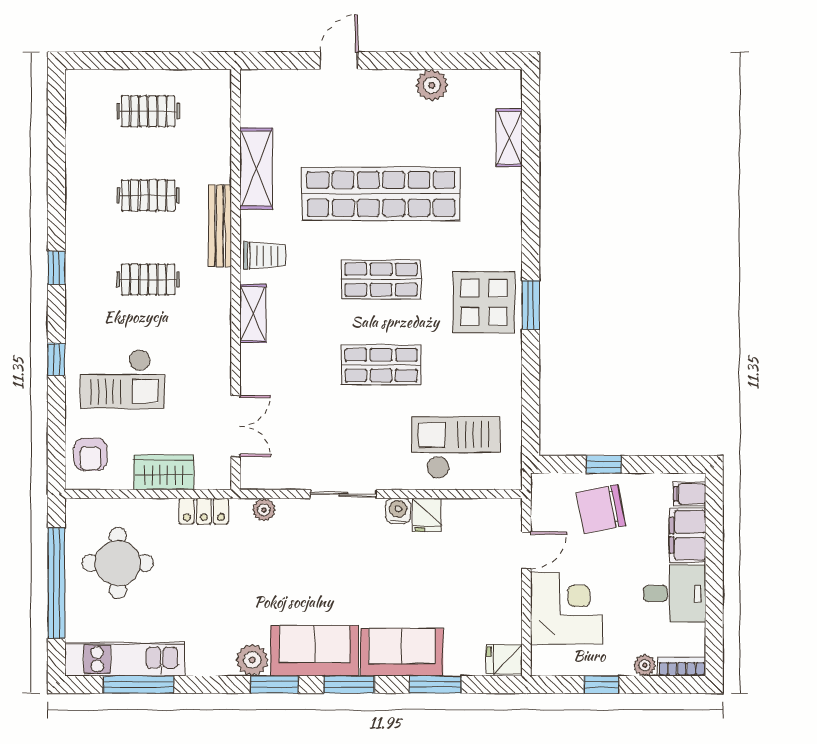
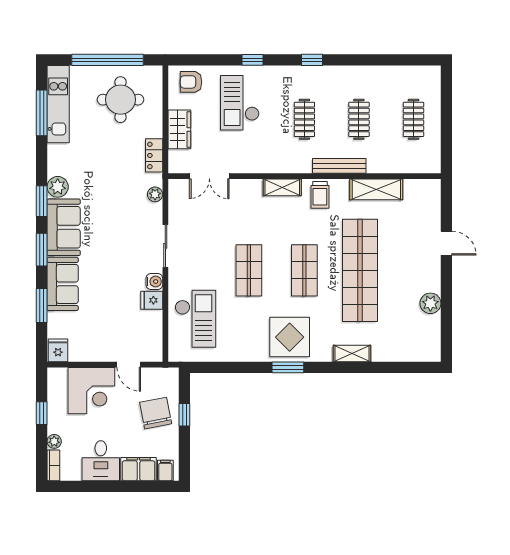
shelving: (509, 138) -> (352, 354), moved

